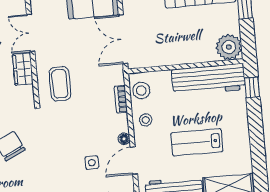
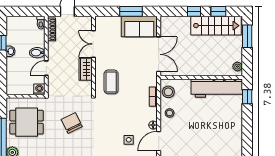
double door: (123, 39) -> (159, 54), swing flipped
plant: (229, 47) -> (237, 67), width x0.53, depth x0.53
lab bench: (197, 142) -> (204, 132), removed

